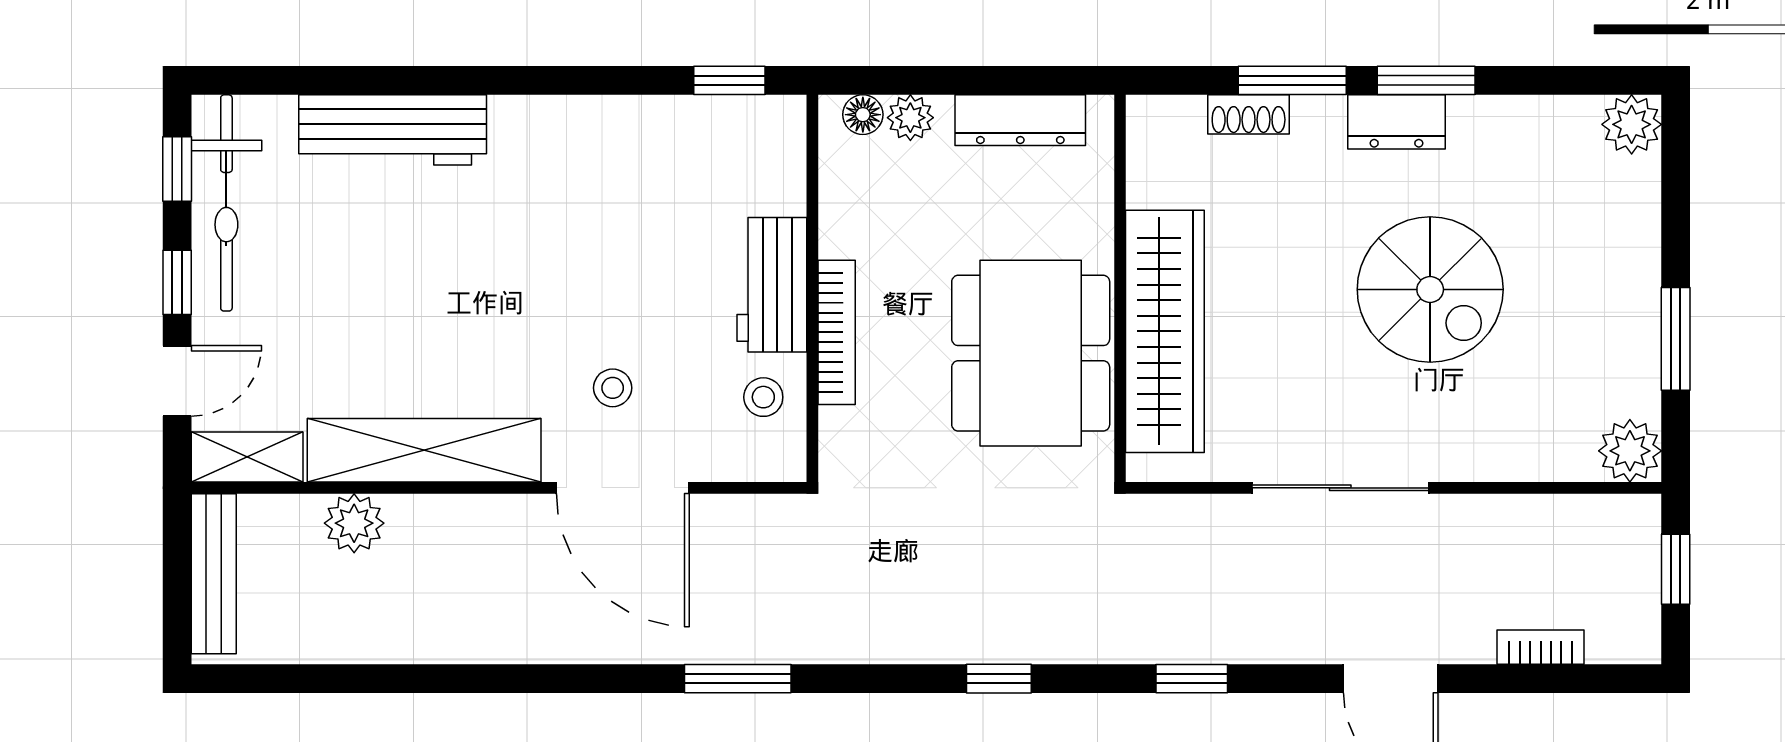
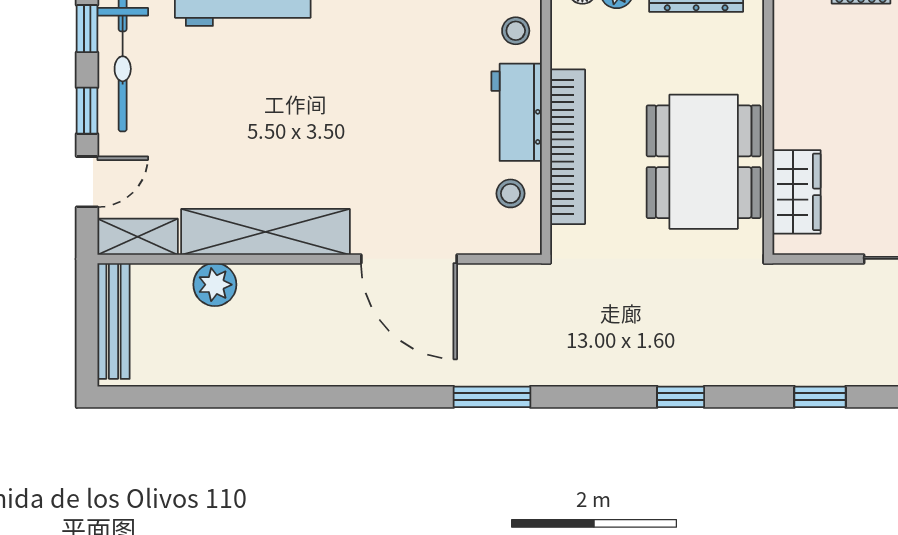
wardrobe: (1165, 331) -> (796, 192), width x0.48, depth x0.85
bookcase: (837, 332) -> (568, 147), width x1.48, depth x1.31
stool: (613, 388) -> (516, 31), moved

